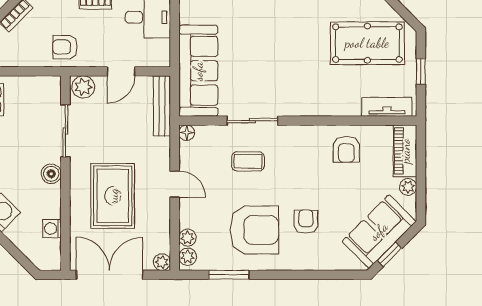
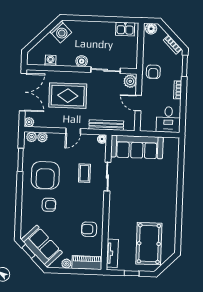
armchair: (65, 47) -> (153, 72), turned 180
bench: (162, 106) -> (106, 125), moved

